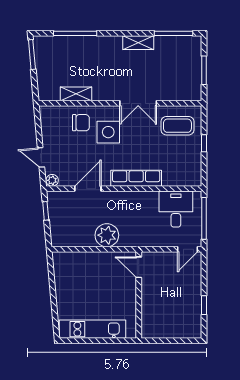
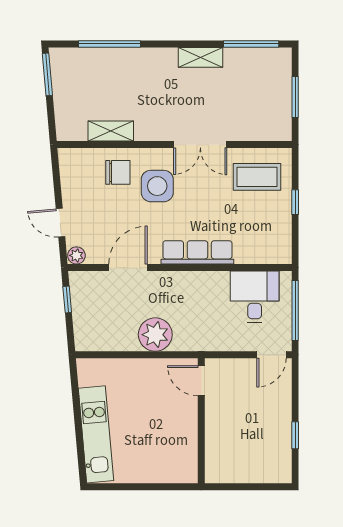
kitchen unit: (93, 329) -> (96, 434), moved, turned 85

